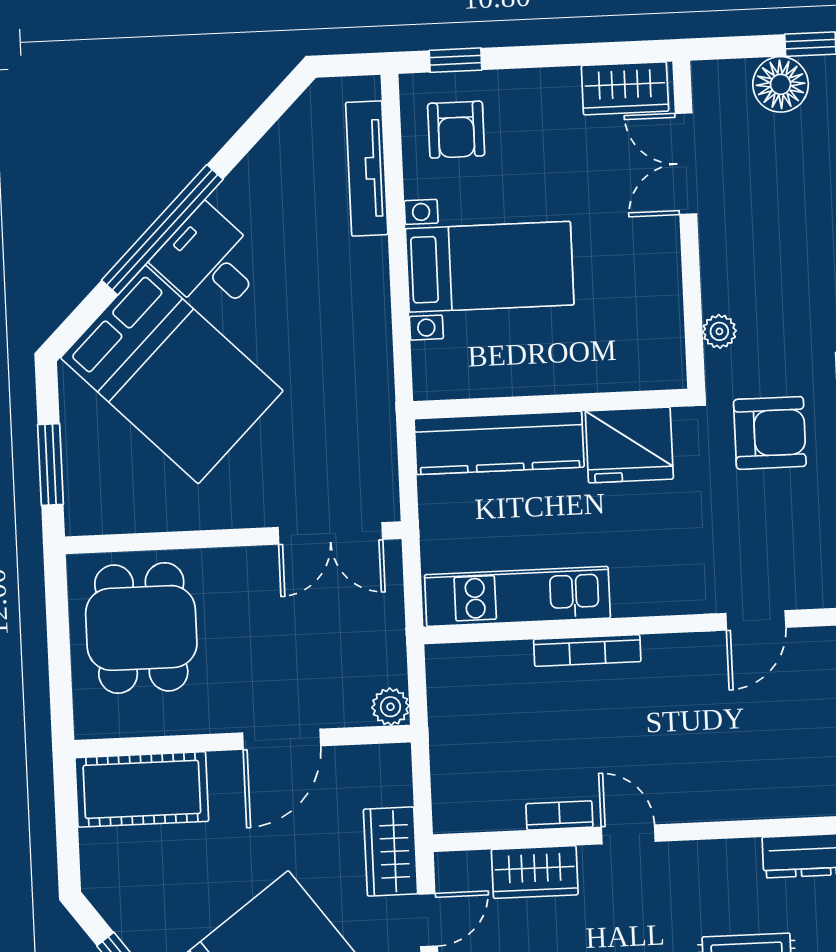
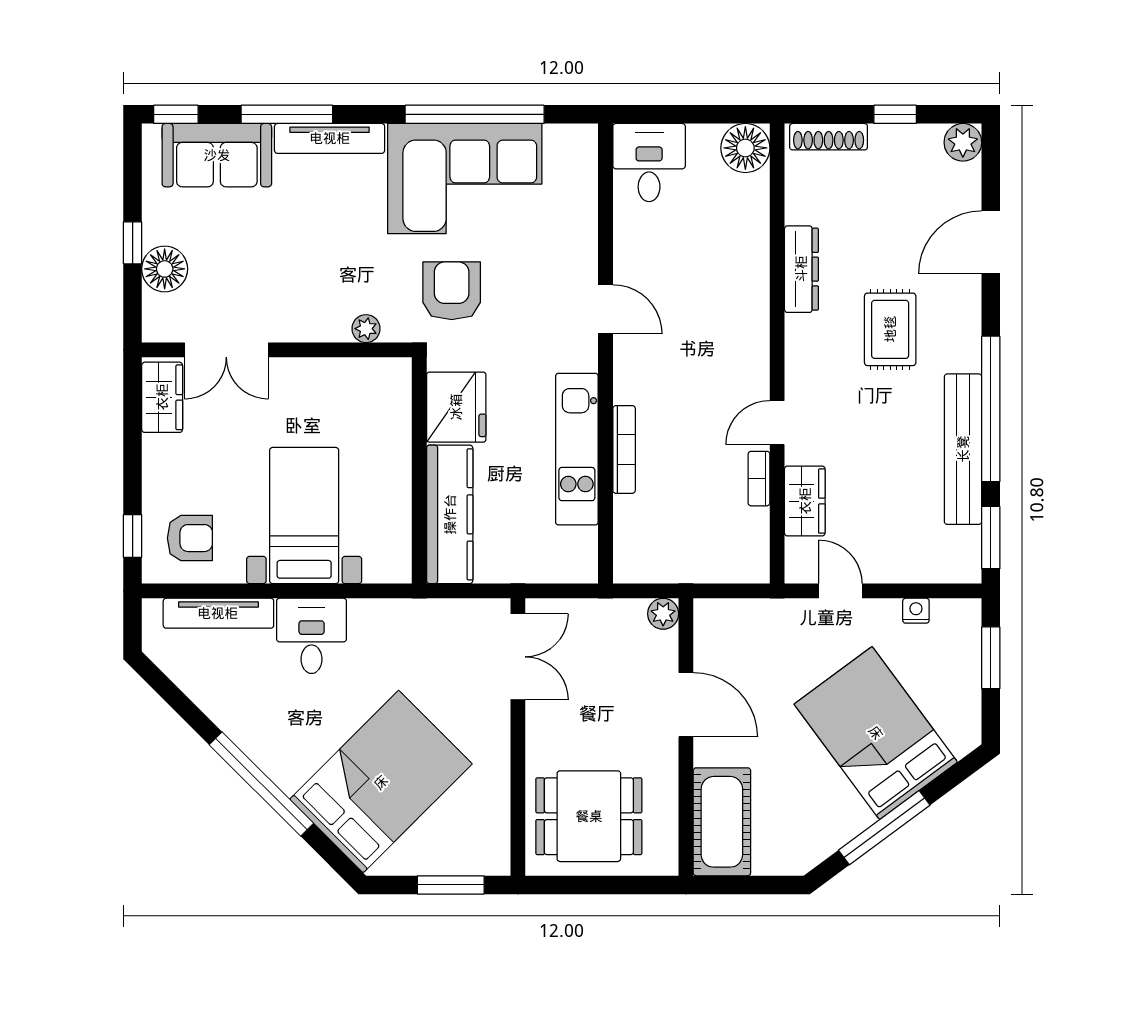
desk: (210, 262) -> (312, 636), moved, turned 135
kitchen unit: (517, 596) -> (577, 449), moved
wardrobe: (391, 851) -> (782, 619), removed

